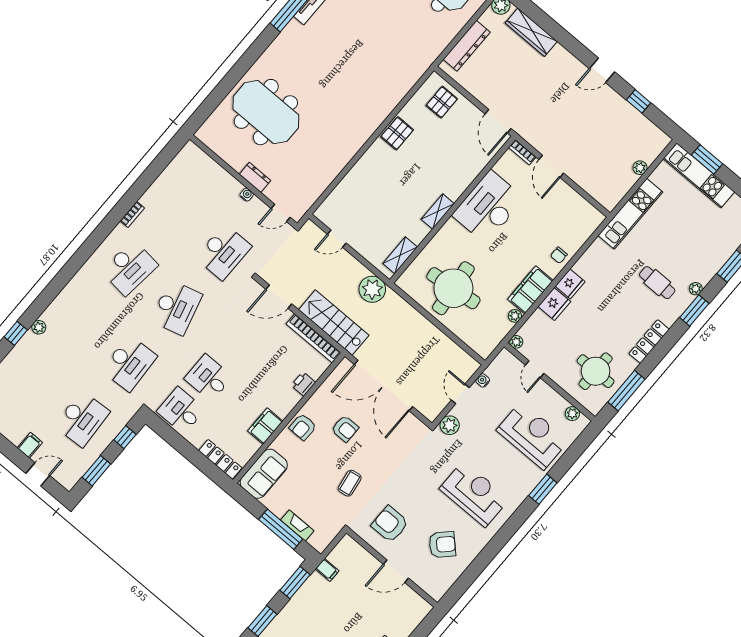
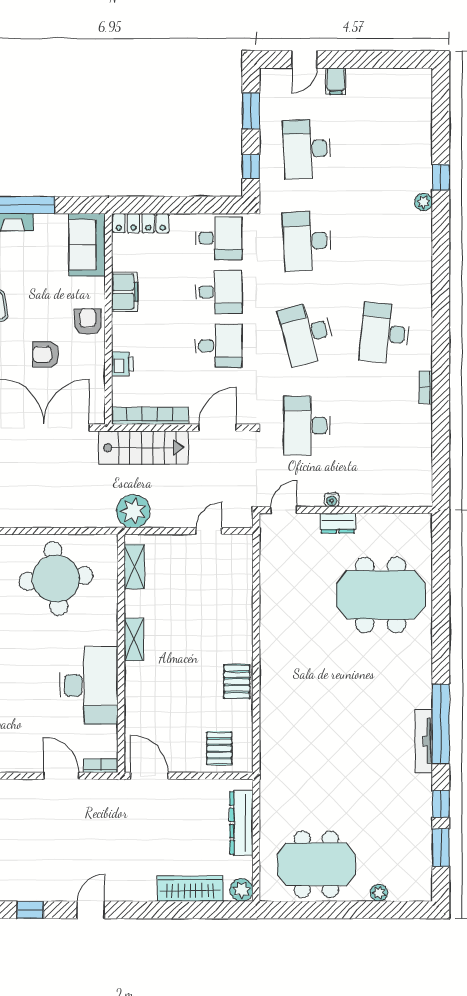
desk: (236, 345) -> (219, 346), added

